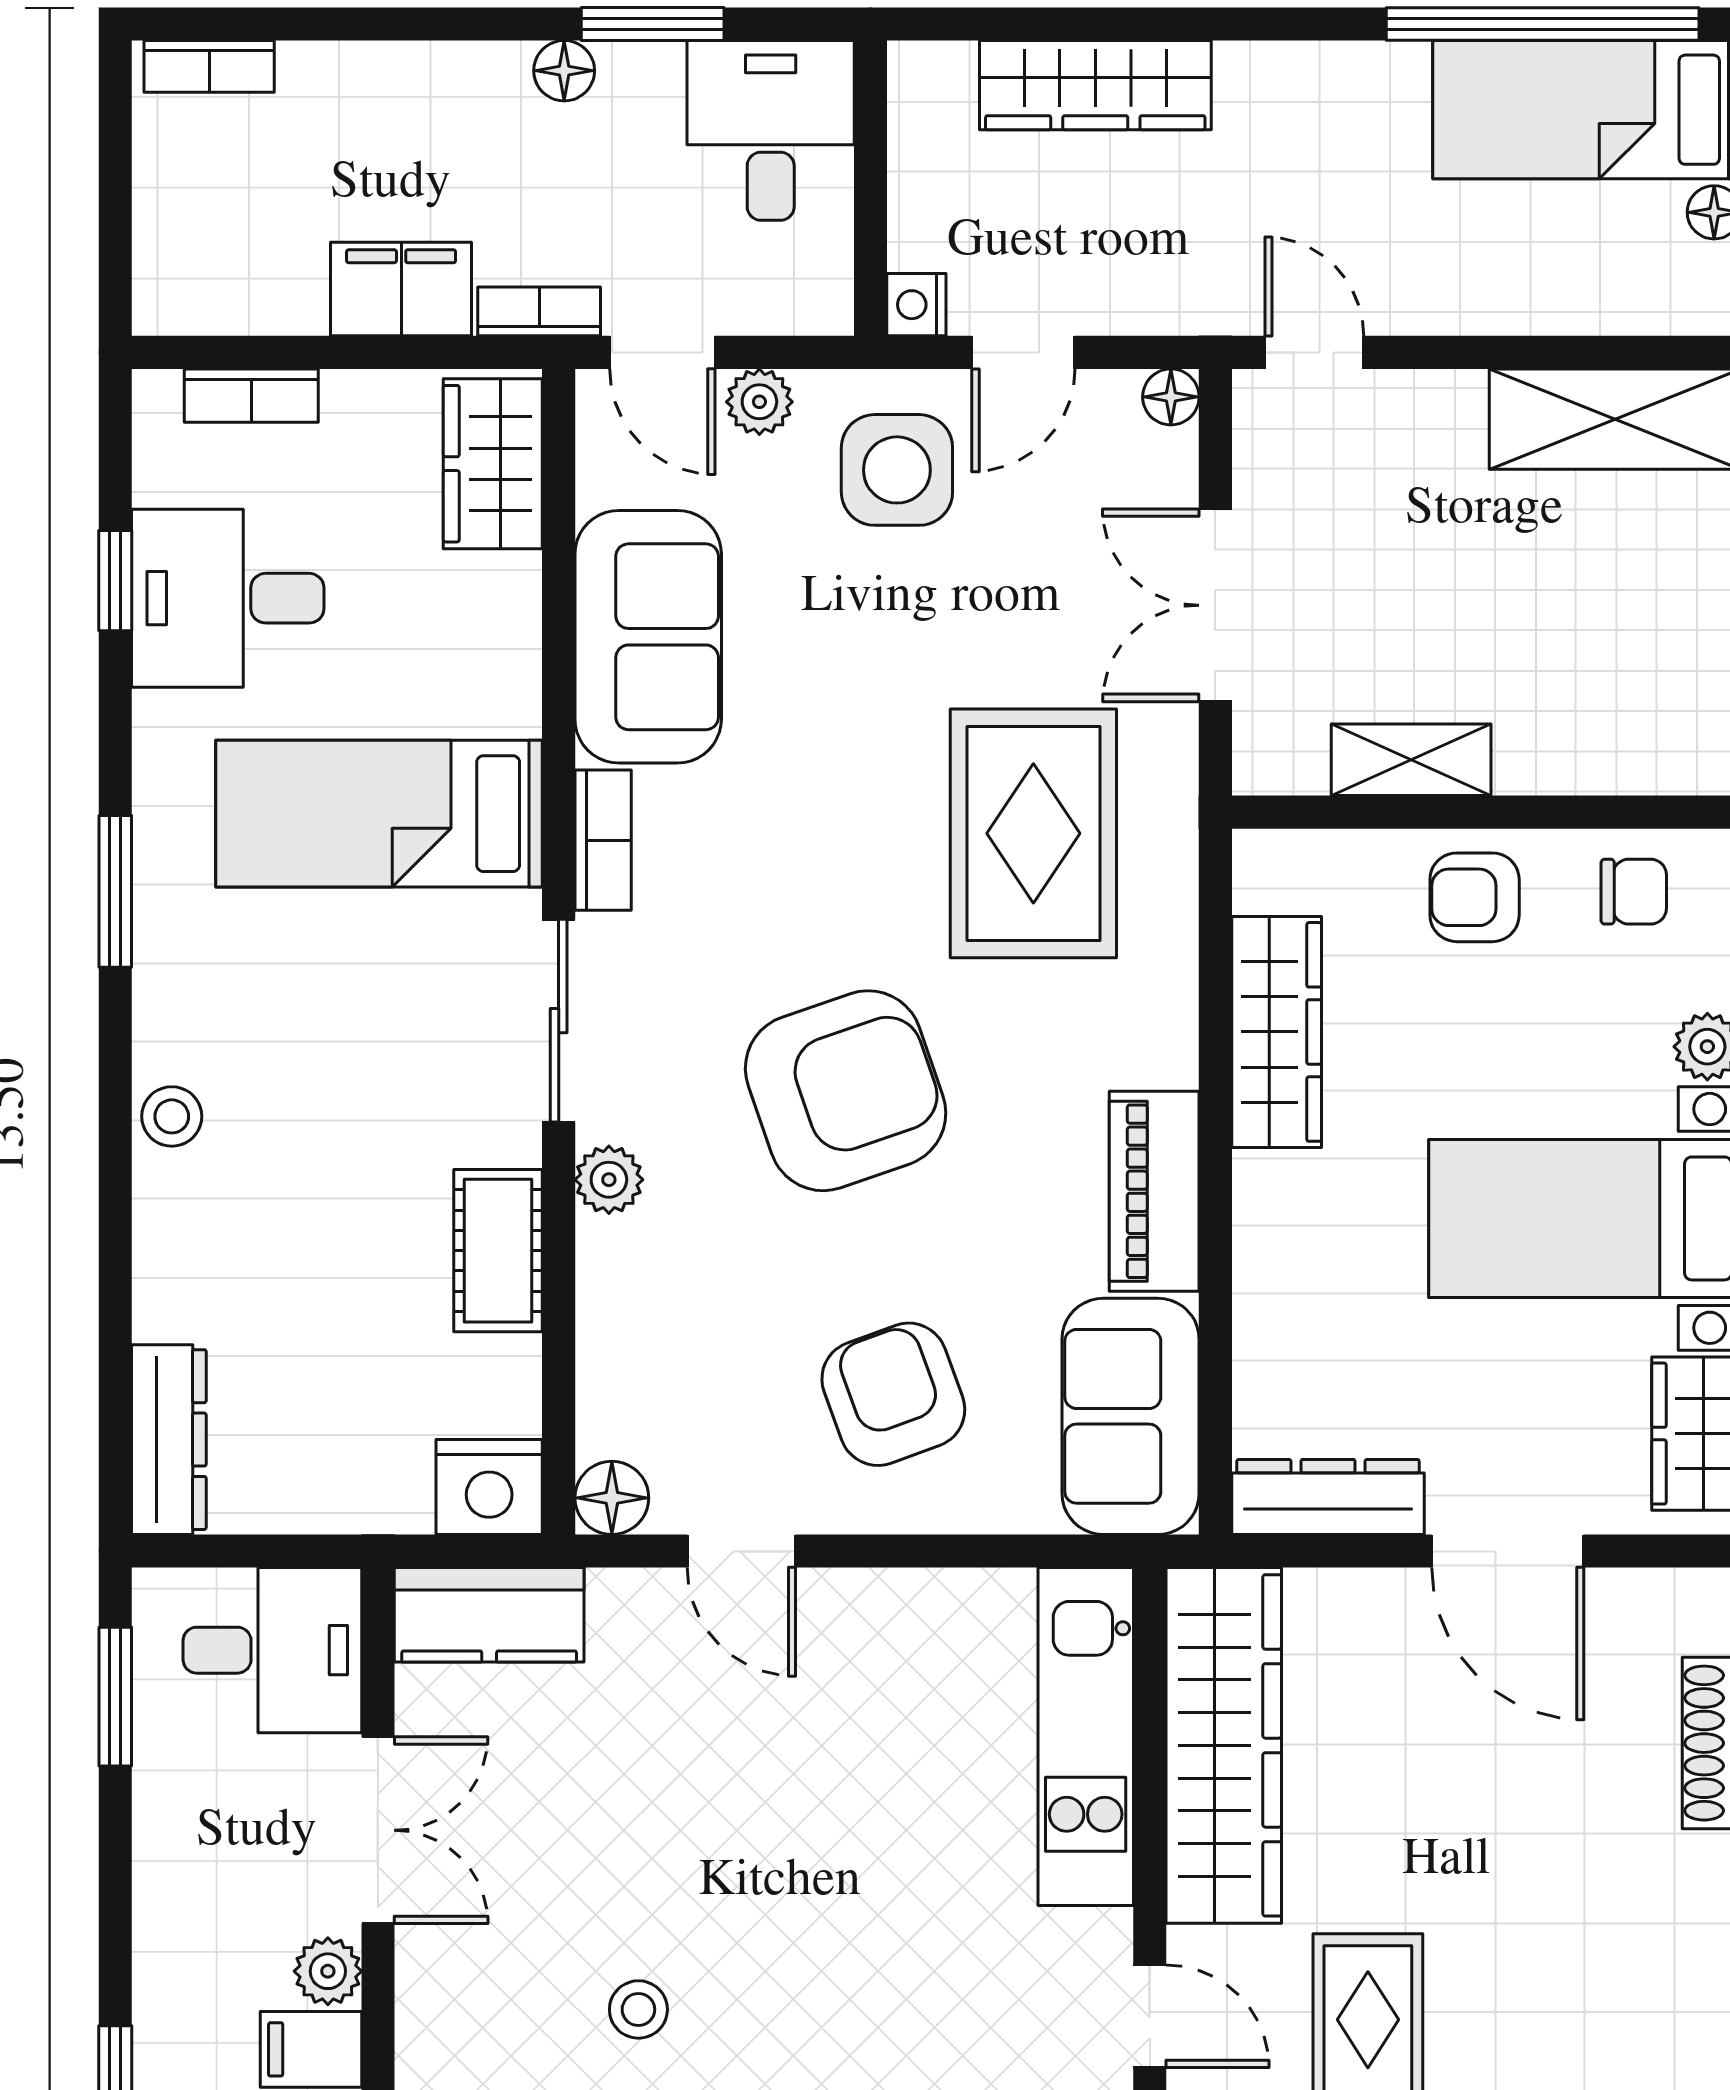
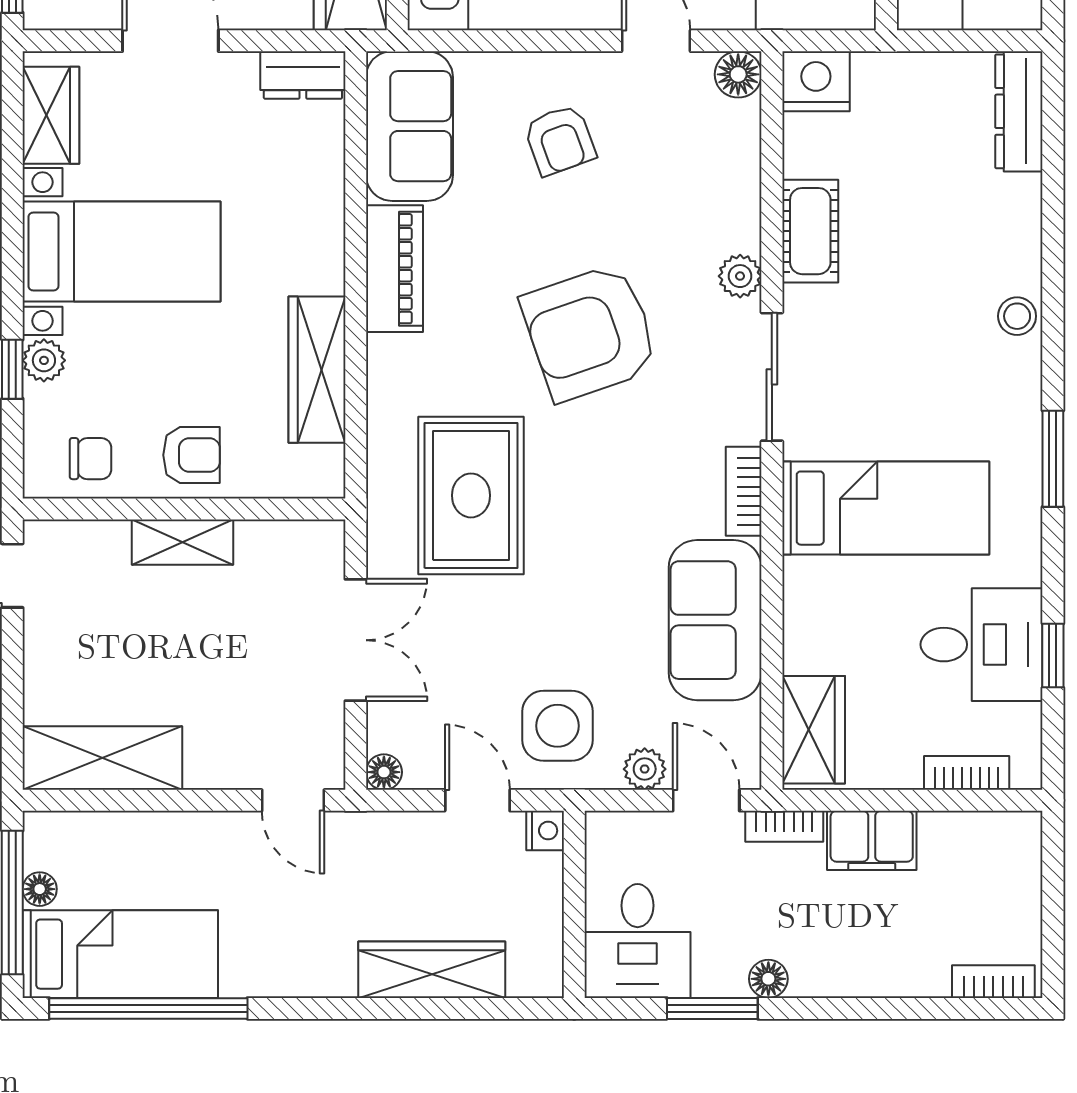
door: (1023, 352) -> (477, 800), hinge flipped
shelving: (1411, 760) -> (183, 542), moved
chair: (1634, 892) -> (91, 459), turned 180
armchair: (893, 1394) -> (560, 140), width x0.72, depth x0.72
dresser: (1328, 1497) -> (303, 75), width x0.70

